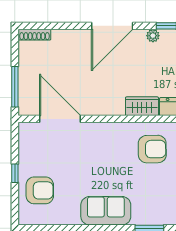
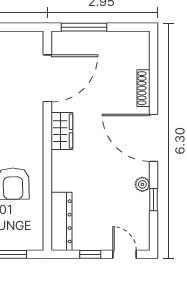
shoe rack: (34, 35) -> (143, 88), moved
wardrobe: (142, 106) -> (62, 131), moved

